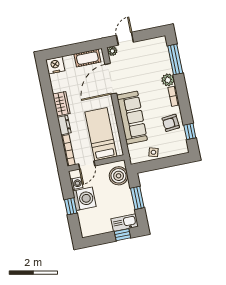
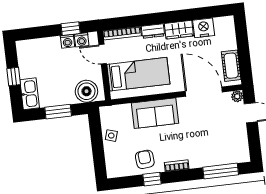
nightstand: (55, 65) -> (204, 28), moved, turned -90
plant: (168, 80) -> (197, 160), removed
sofa: (132, 118) -> (155, 113), width x0.73
window: (190, 131) -> (152, 179), moved
washing machine: (84, 199) -> (67, 41), width x0.53, depth x0.53
window: (71, 206) -> (71, 29), moved
window: (122, 235) -> (14, 77), moved

